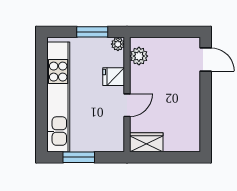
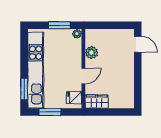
plant: (139, 56) -> (92, 53), moved
fridge: (114, 77) -> (74, 98), moved
window: (41, 124) -> (24, 89), added

